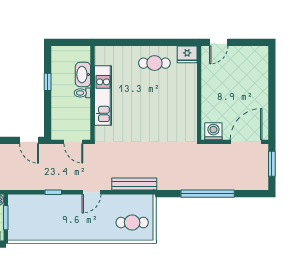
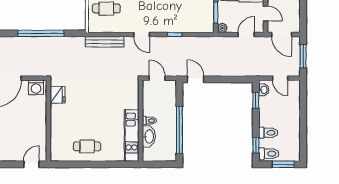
fridge: (187, 54) -> (58, 95), moved, turned 90
window: (48, 82) -> (179, 130), width x3.17
kitchen unit: (103, 96) -> (131, 136), moved
door: (91, 192) -> (142, 35), swing flipped

